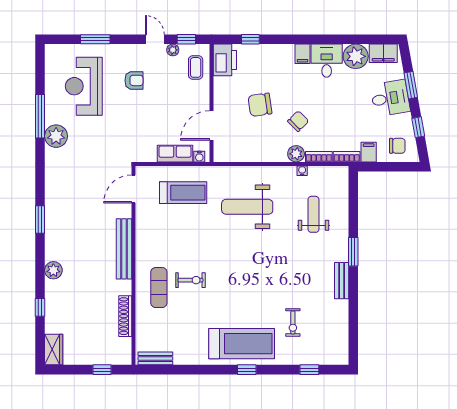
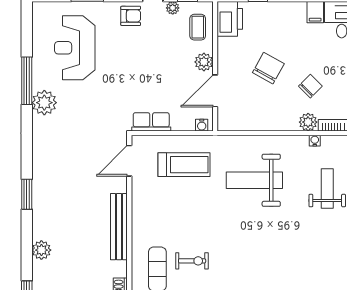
armchair: (134, 80) -> (131, 16), moved
plant: (201, 99) -> (204, 62), added
chair: (260, 105) -> (268, 68), turned 127
row of seats: (175, 154) -> (151, 122), moved

